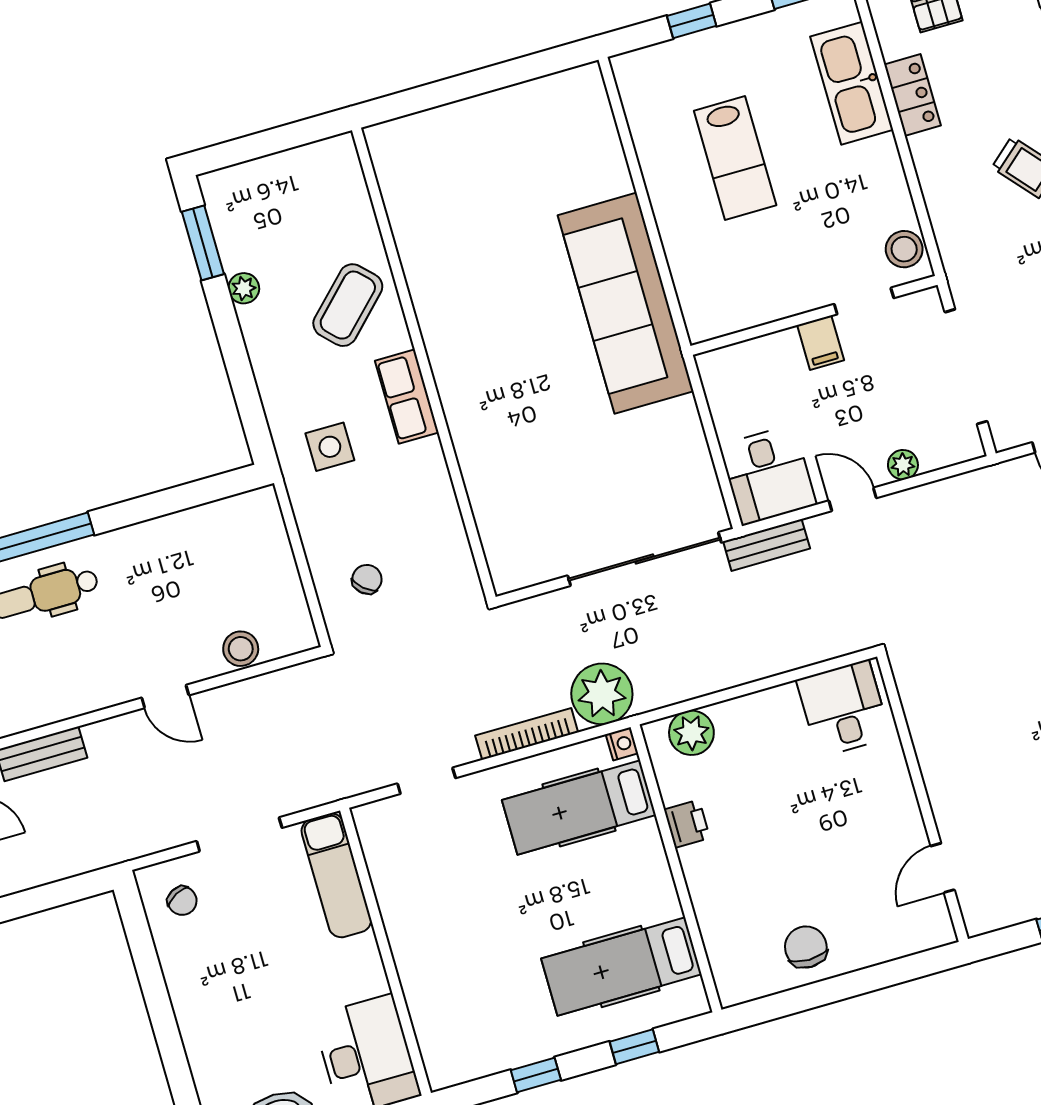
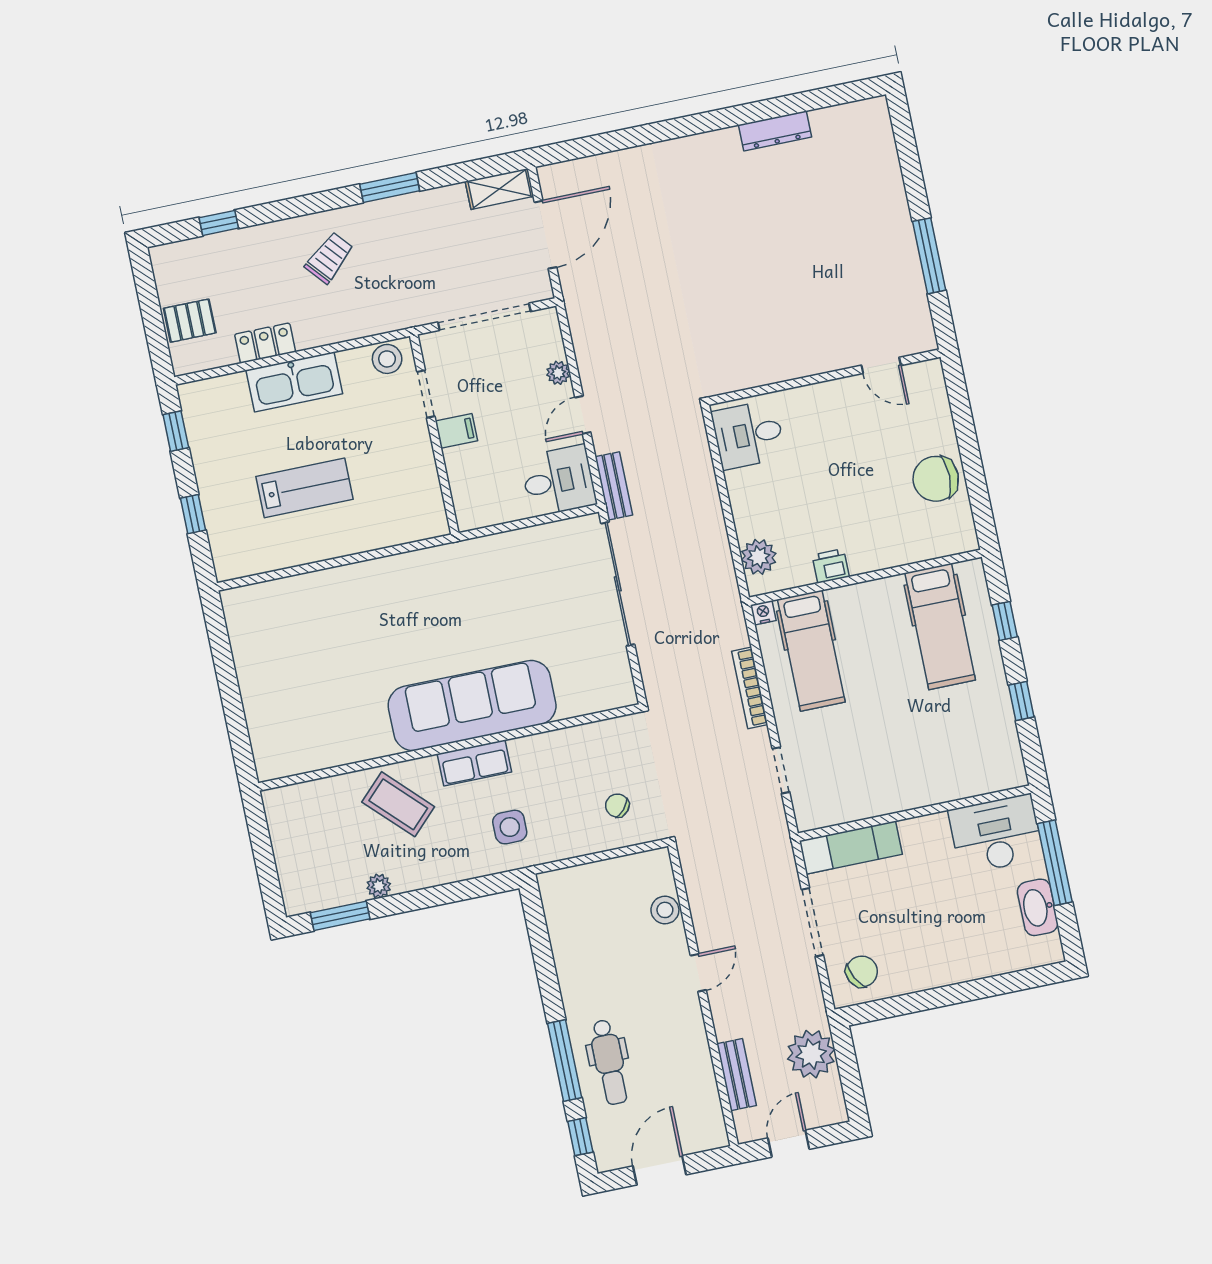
kitchen sink: (852, 83) -> (294, 382), moved
sofa: (626, 303) -> (472, 706), moved, turned 180
plant: (602, 694) -> (811, 1054), moved
chair: (182, 901) -> (862, 972), width x1.37, depth x1.37
chair: (806, 947) -> (936, 479), width x1.37, depth x1.37

